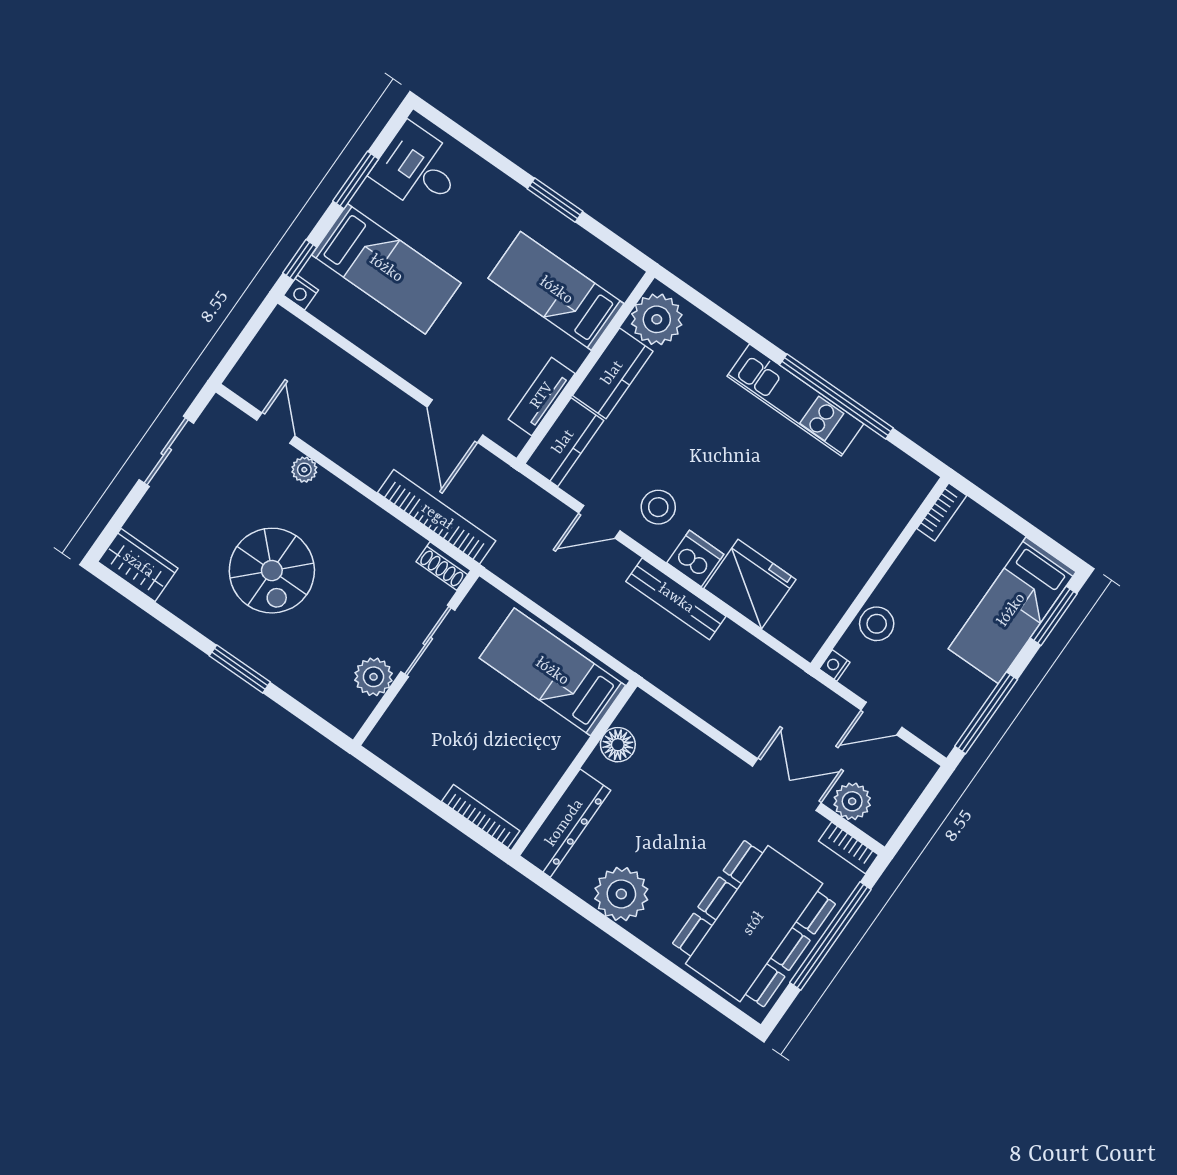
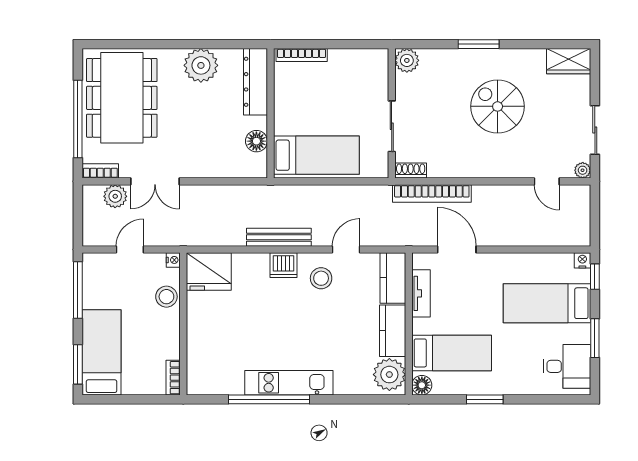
floor lamp: (624, 276) -> (422, 385), added
plant: (304, 470) -> (583, 170), moved
fridge: (750, 584) -> (209, 272), moved
plant: (374, 677) -> (407, 60), moved

